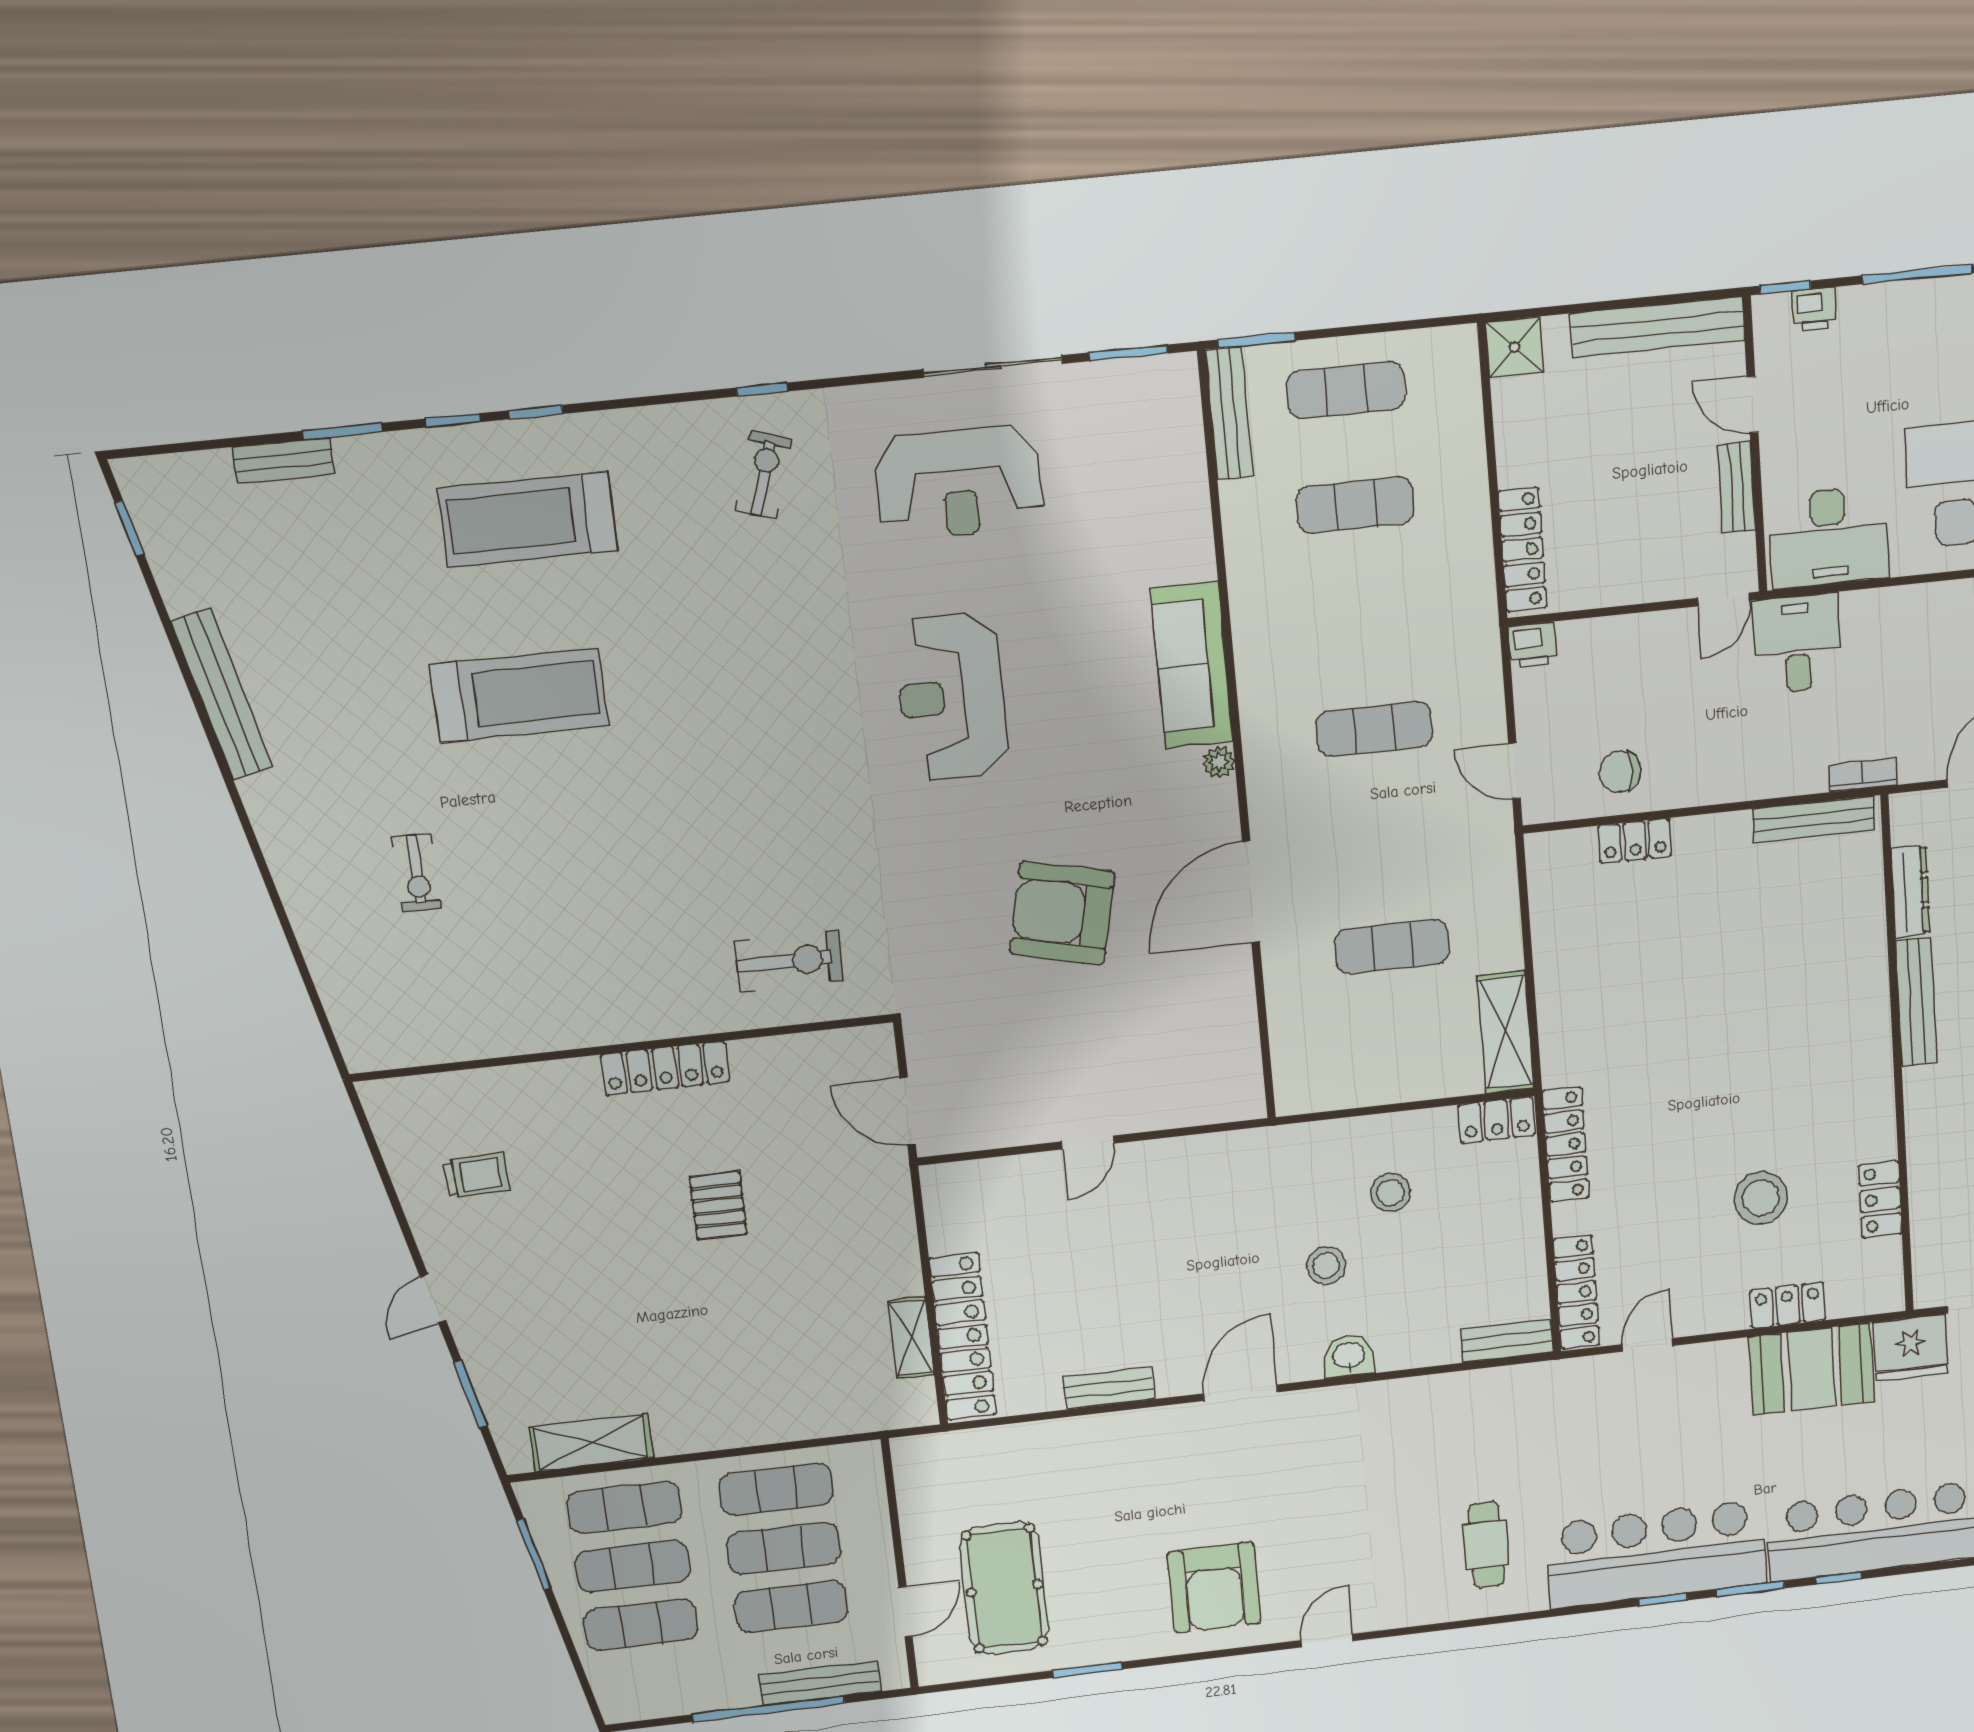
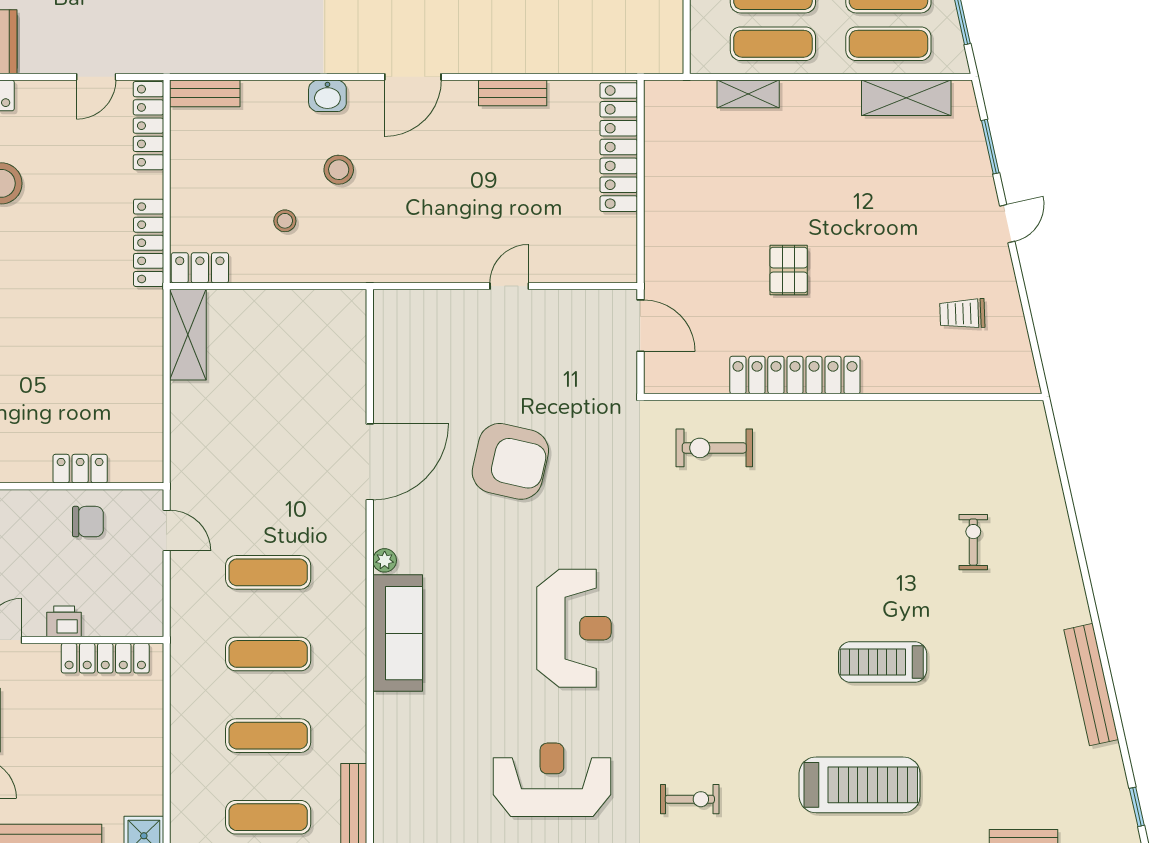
exercise bike: (764, 475) -> (690, 799), turned -108
locker: (1523, 549) -> (105, 658), moved, turned -90
printer: (1533, 645) -> (64, 621), moved
treadmill: (519, 695) -> (883, 662), width x0.73, depth x0.73
exercise mat: (1392, 947) -> (268, 654), moved
locker: (665, 1068) -> (795, 375), width x1.41, depth x1.21
stool: (1390, 1193) -> (285, 221), width x0.73, depth x0.73
shelving: (911, 1338) -> (748, 94), moved, turned 90

